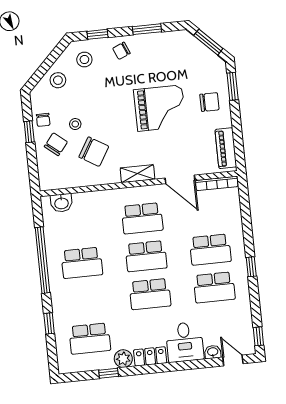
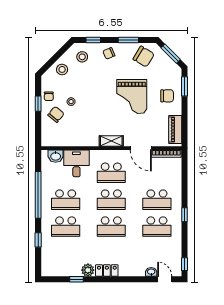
grand piano: (160, 108) -> (132, 96), turned 90
chair: (94, 152) -> (144, 57), moved
school desk: (90, 339) -> (66, 227), moved
desk: (185, 342) -> (76, 163), moved, turned 180

